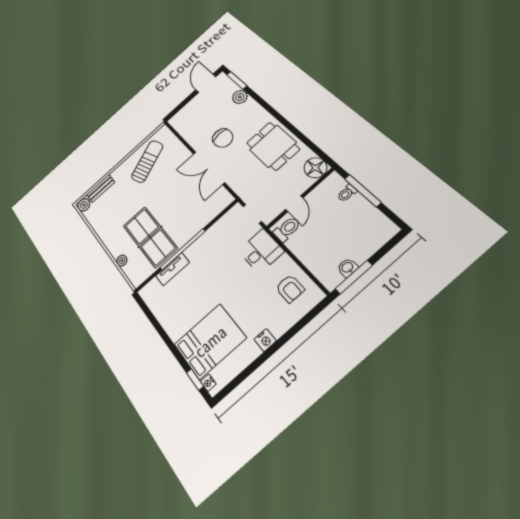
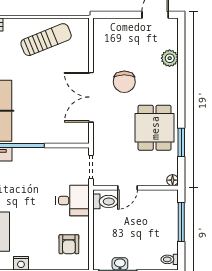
window: (237, 80) -> (181, 142), moved
floor lamp: (316, 168) -> (173, 180), width x0.53, depth x0.53
toilet: (347, 193) -> (170, 259), moved

